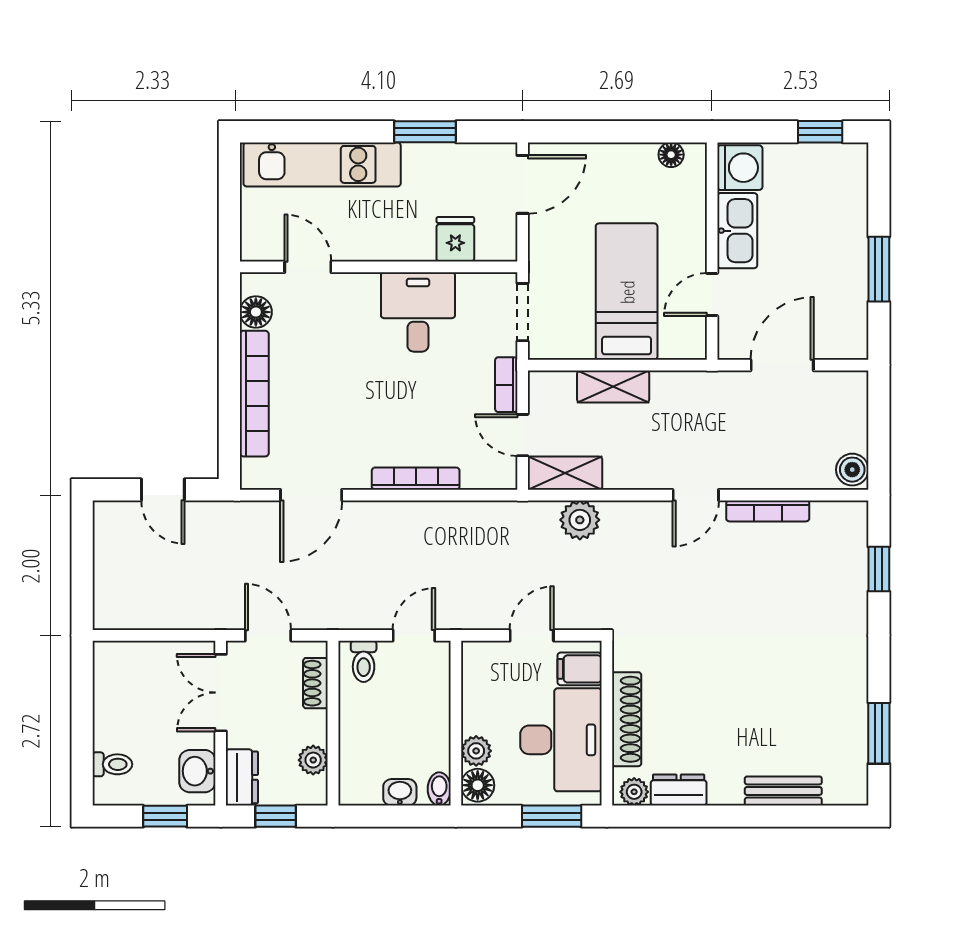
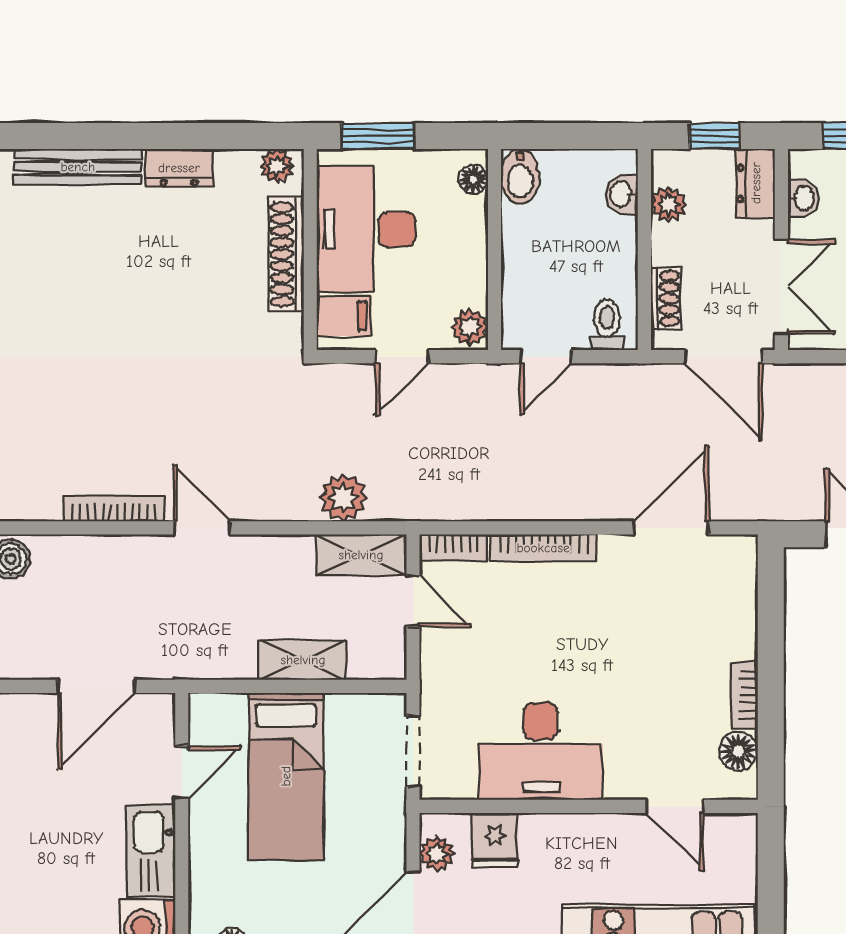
plant: (503, 228) -> (437, 854), added
desk: (418, 312) -> (541, 751), width x1.37
bookcase: (506, 385) -> (453, 548), moved, turned 90
bookcase: (254, 394) -> (745, 695), width x0.43, depth x0.76
door: (696, 495) -> (202, 528), hinge flipped
door: (268, 635) -> (724, 357), width x1.38
plant: (476, 751) -> (470, 327), moved
washbasin: (197, 771) -> (803, 198), width x0.72, depth x0.69
floor lamp: (478, 785) -> (473, 179), width x0.73, depth x0.73
bidet: (439, 789) -> (520, 177), width x1.38, depth x1.36
dresser: (679, 790) -> (179, 168), moved
bench: (783, 791) -> (78, 167), width x1.36
washbasin: (400, 792) -> (622, 194), moved, turned 90

